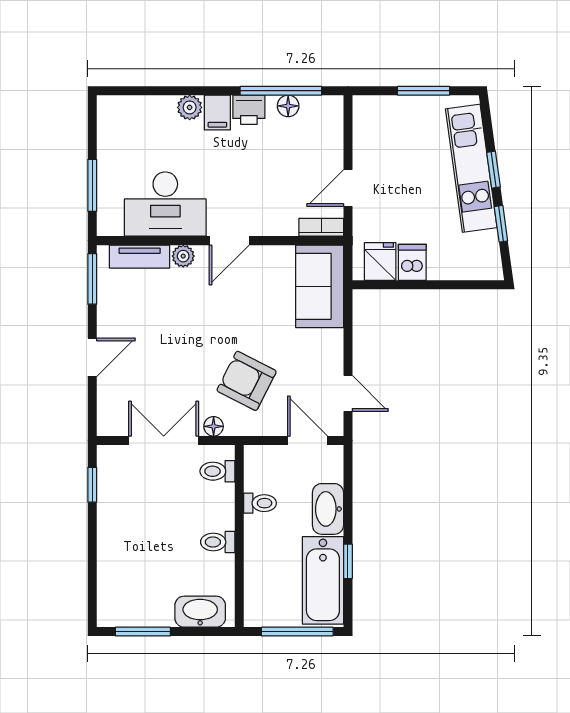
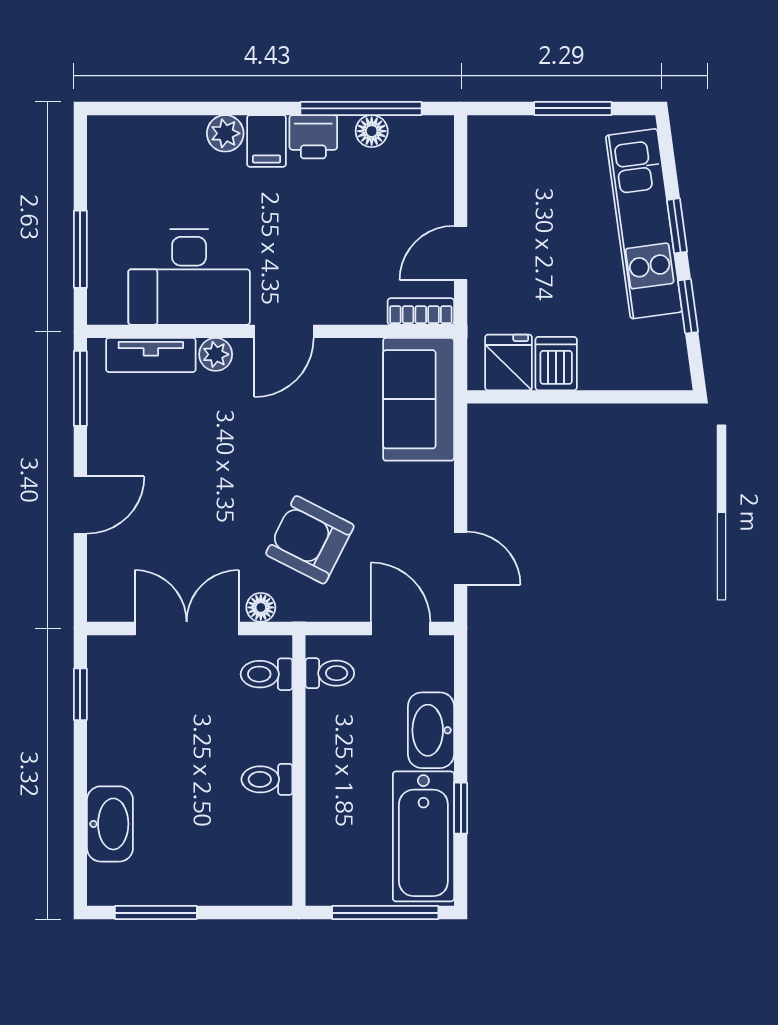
toilet: (260, 503) -> (330, 673), moved
washbasin: (200, 612) -> (110, 824), moved, turned 90

